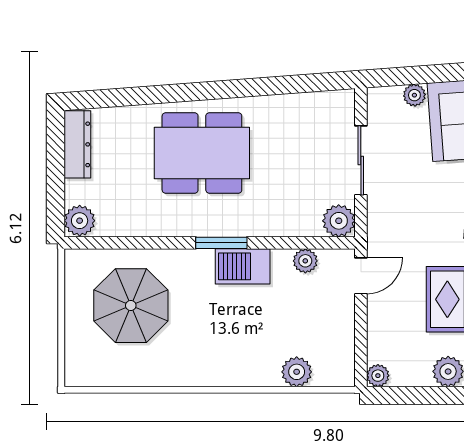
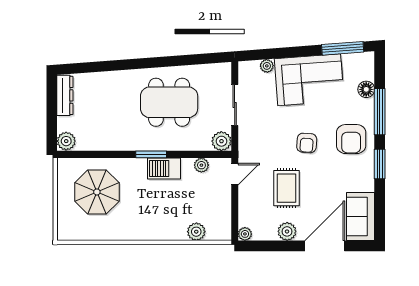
dining table: (202, 153) -> (169, 102), moved

